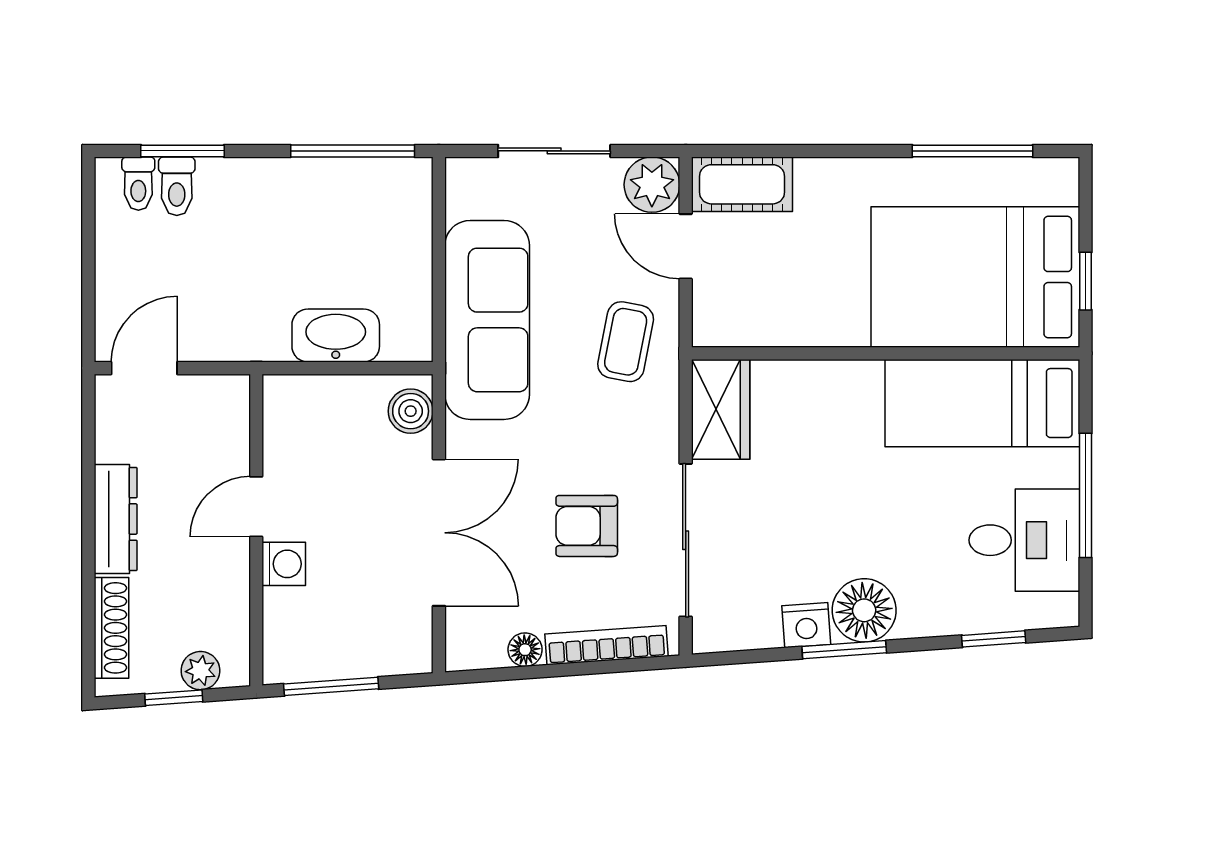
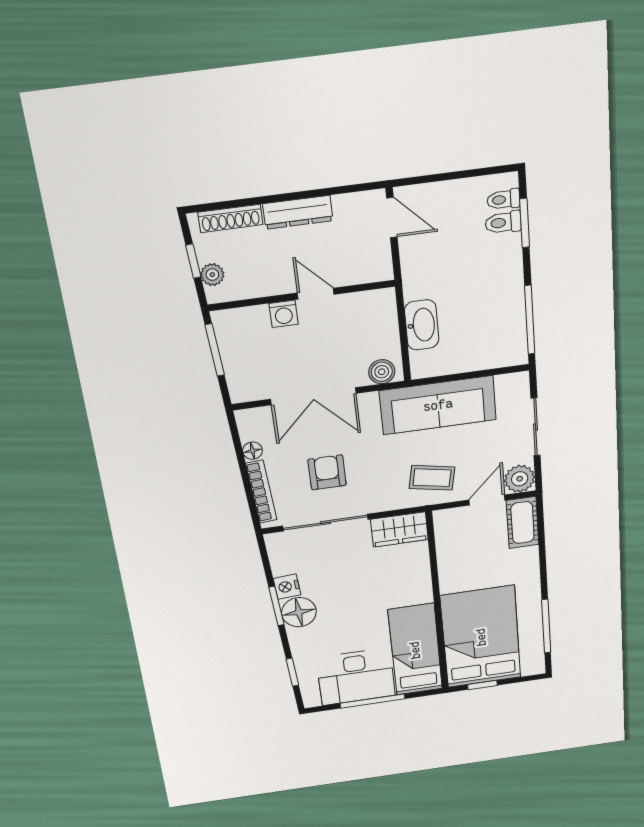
desk: (1024, 540) -> (356, 677), width x1.37

